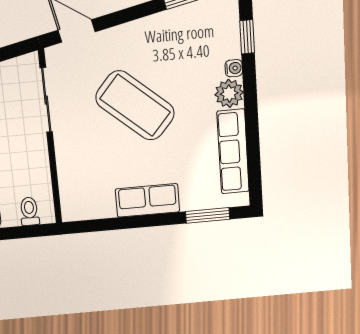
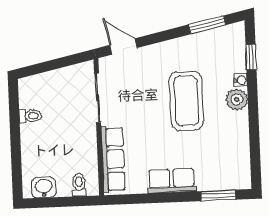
coffee table: (135, 105) -> (186, 101), moved, turned 49
row of seats: (233, 152) -> (113, 159), moved, turned 180

